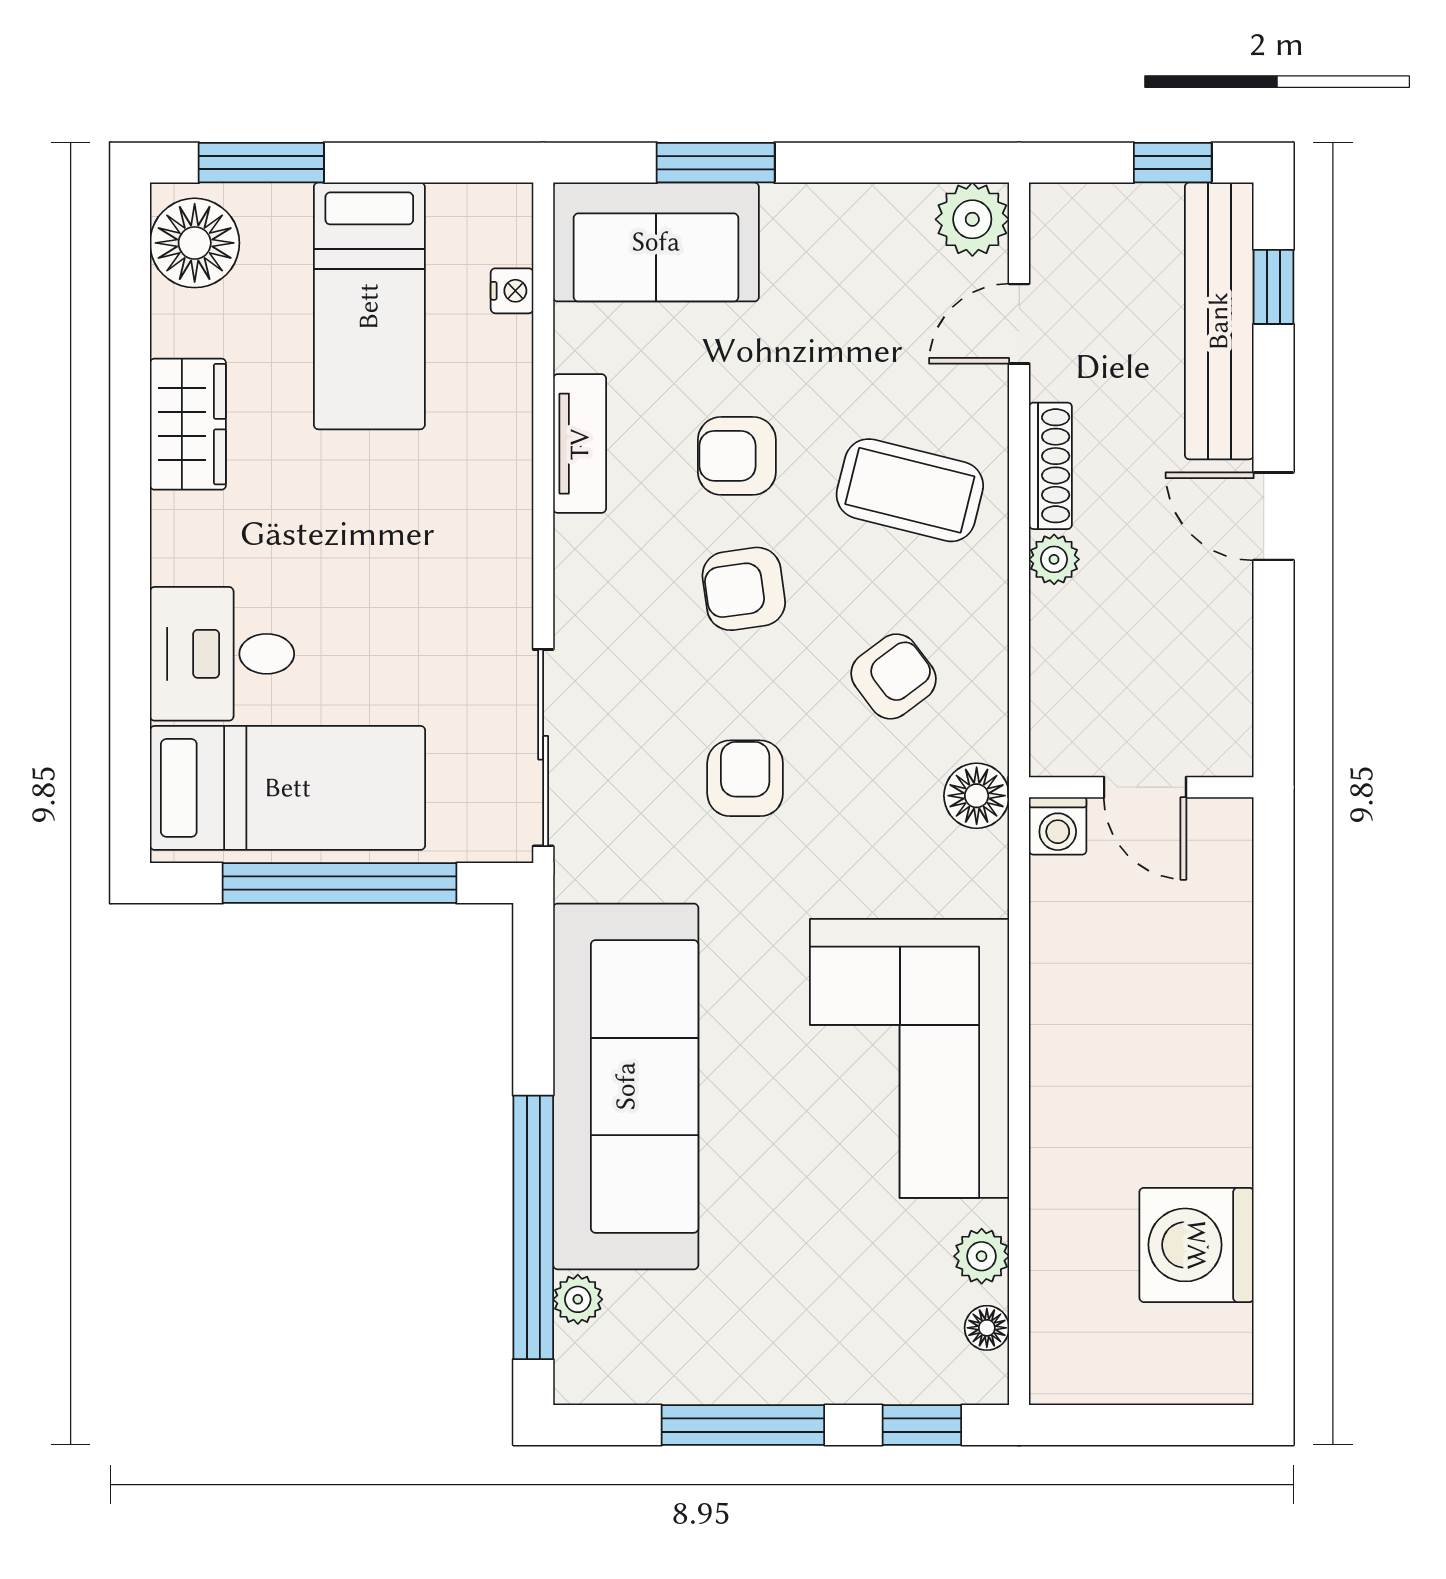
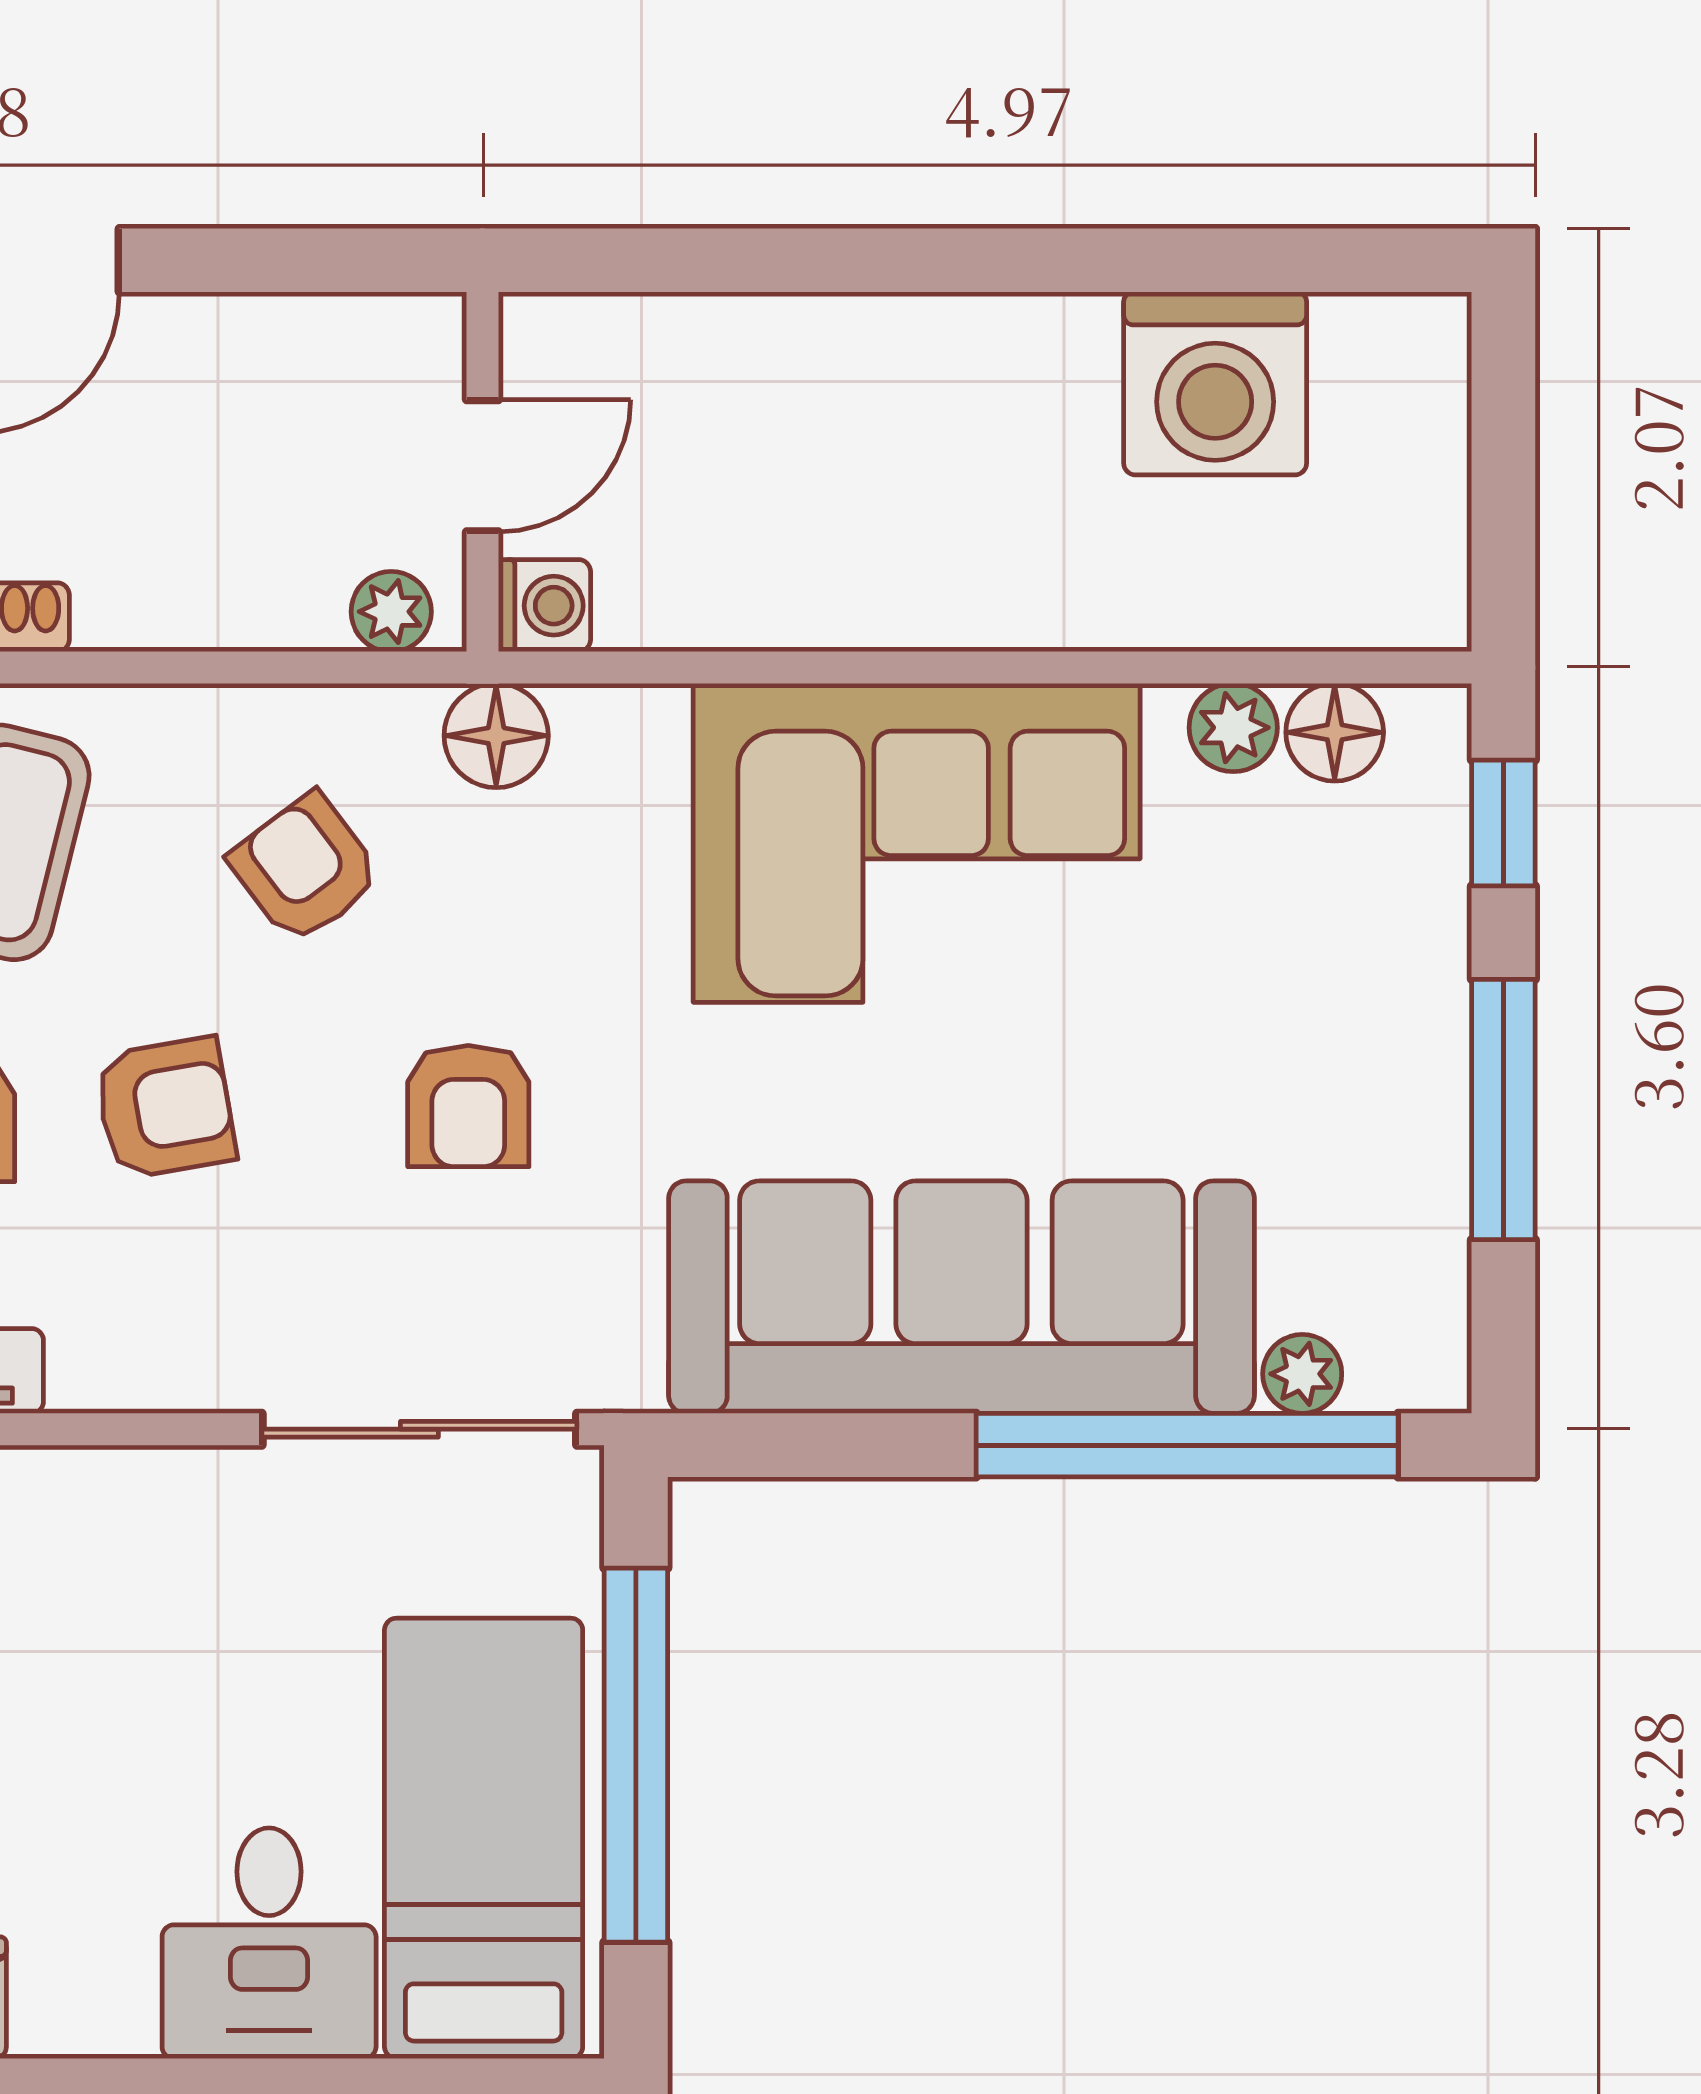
plant: (1054, 559) -> (391, 612), moved
armchair: (744, 589) -> (165, 1108), turned -92
armchair: (745, 778) -> (468, 1106), turned -90
floor lamp: (987, 1328) -> (1335, 732), width x1.37, depth x1.37

